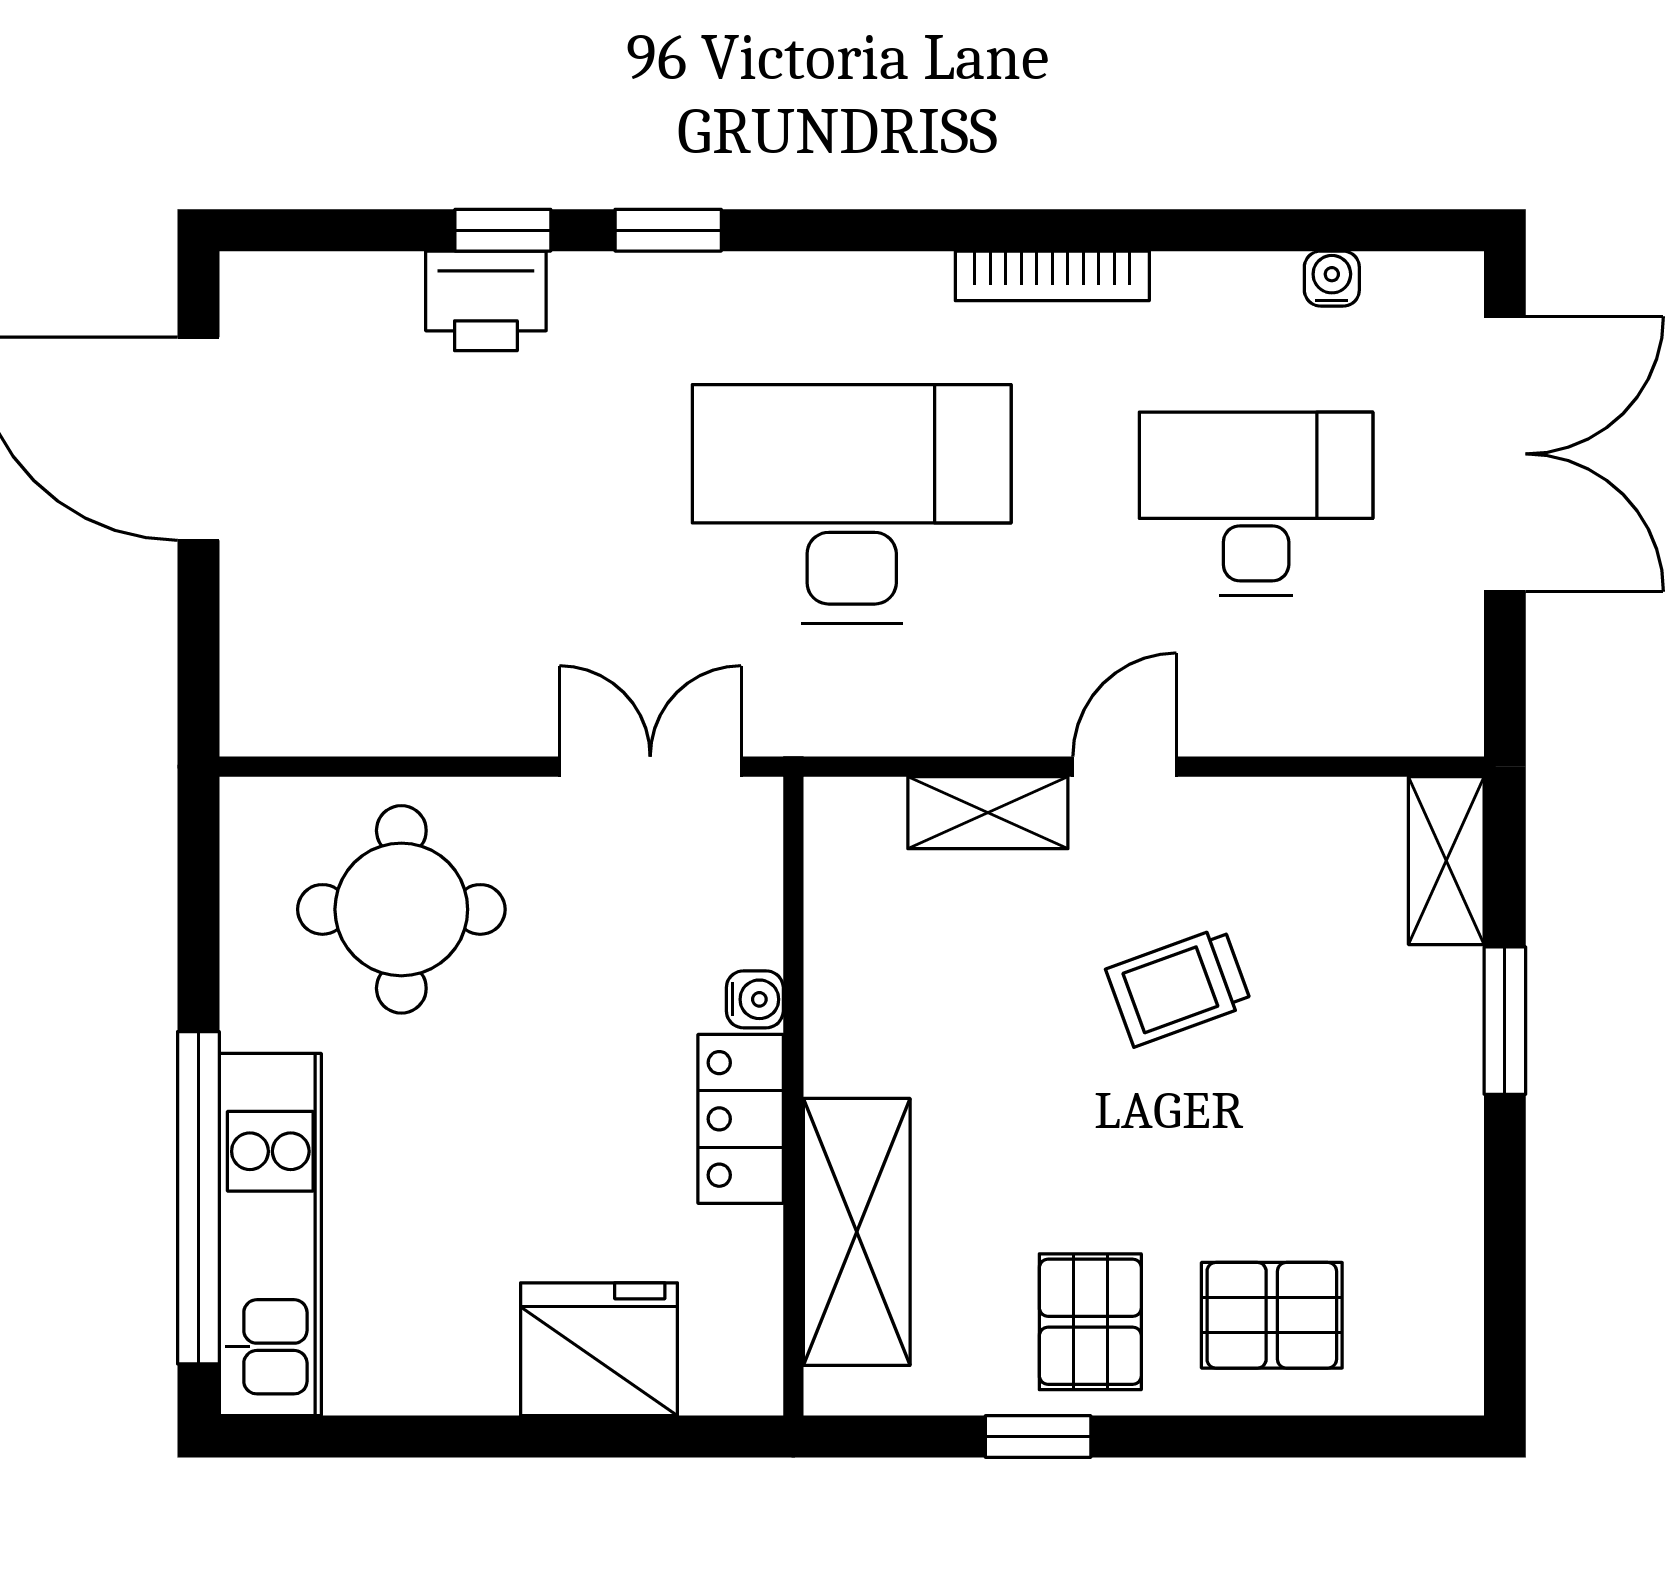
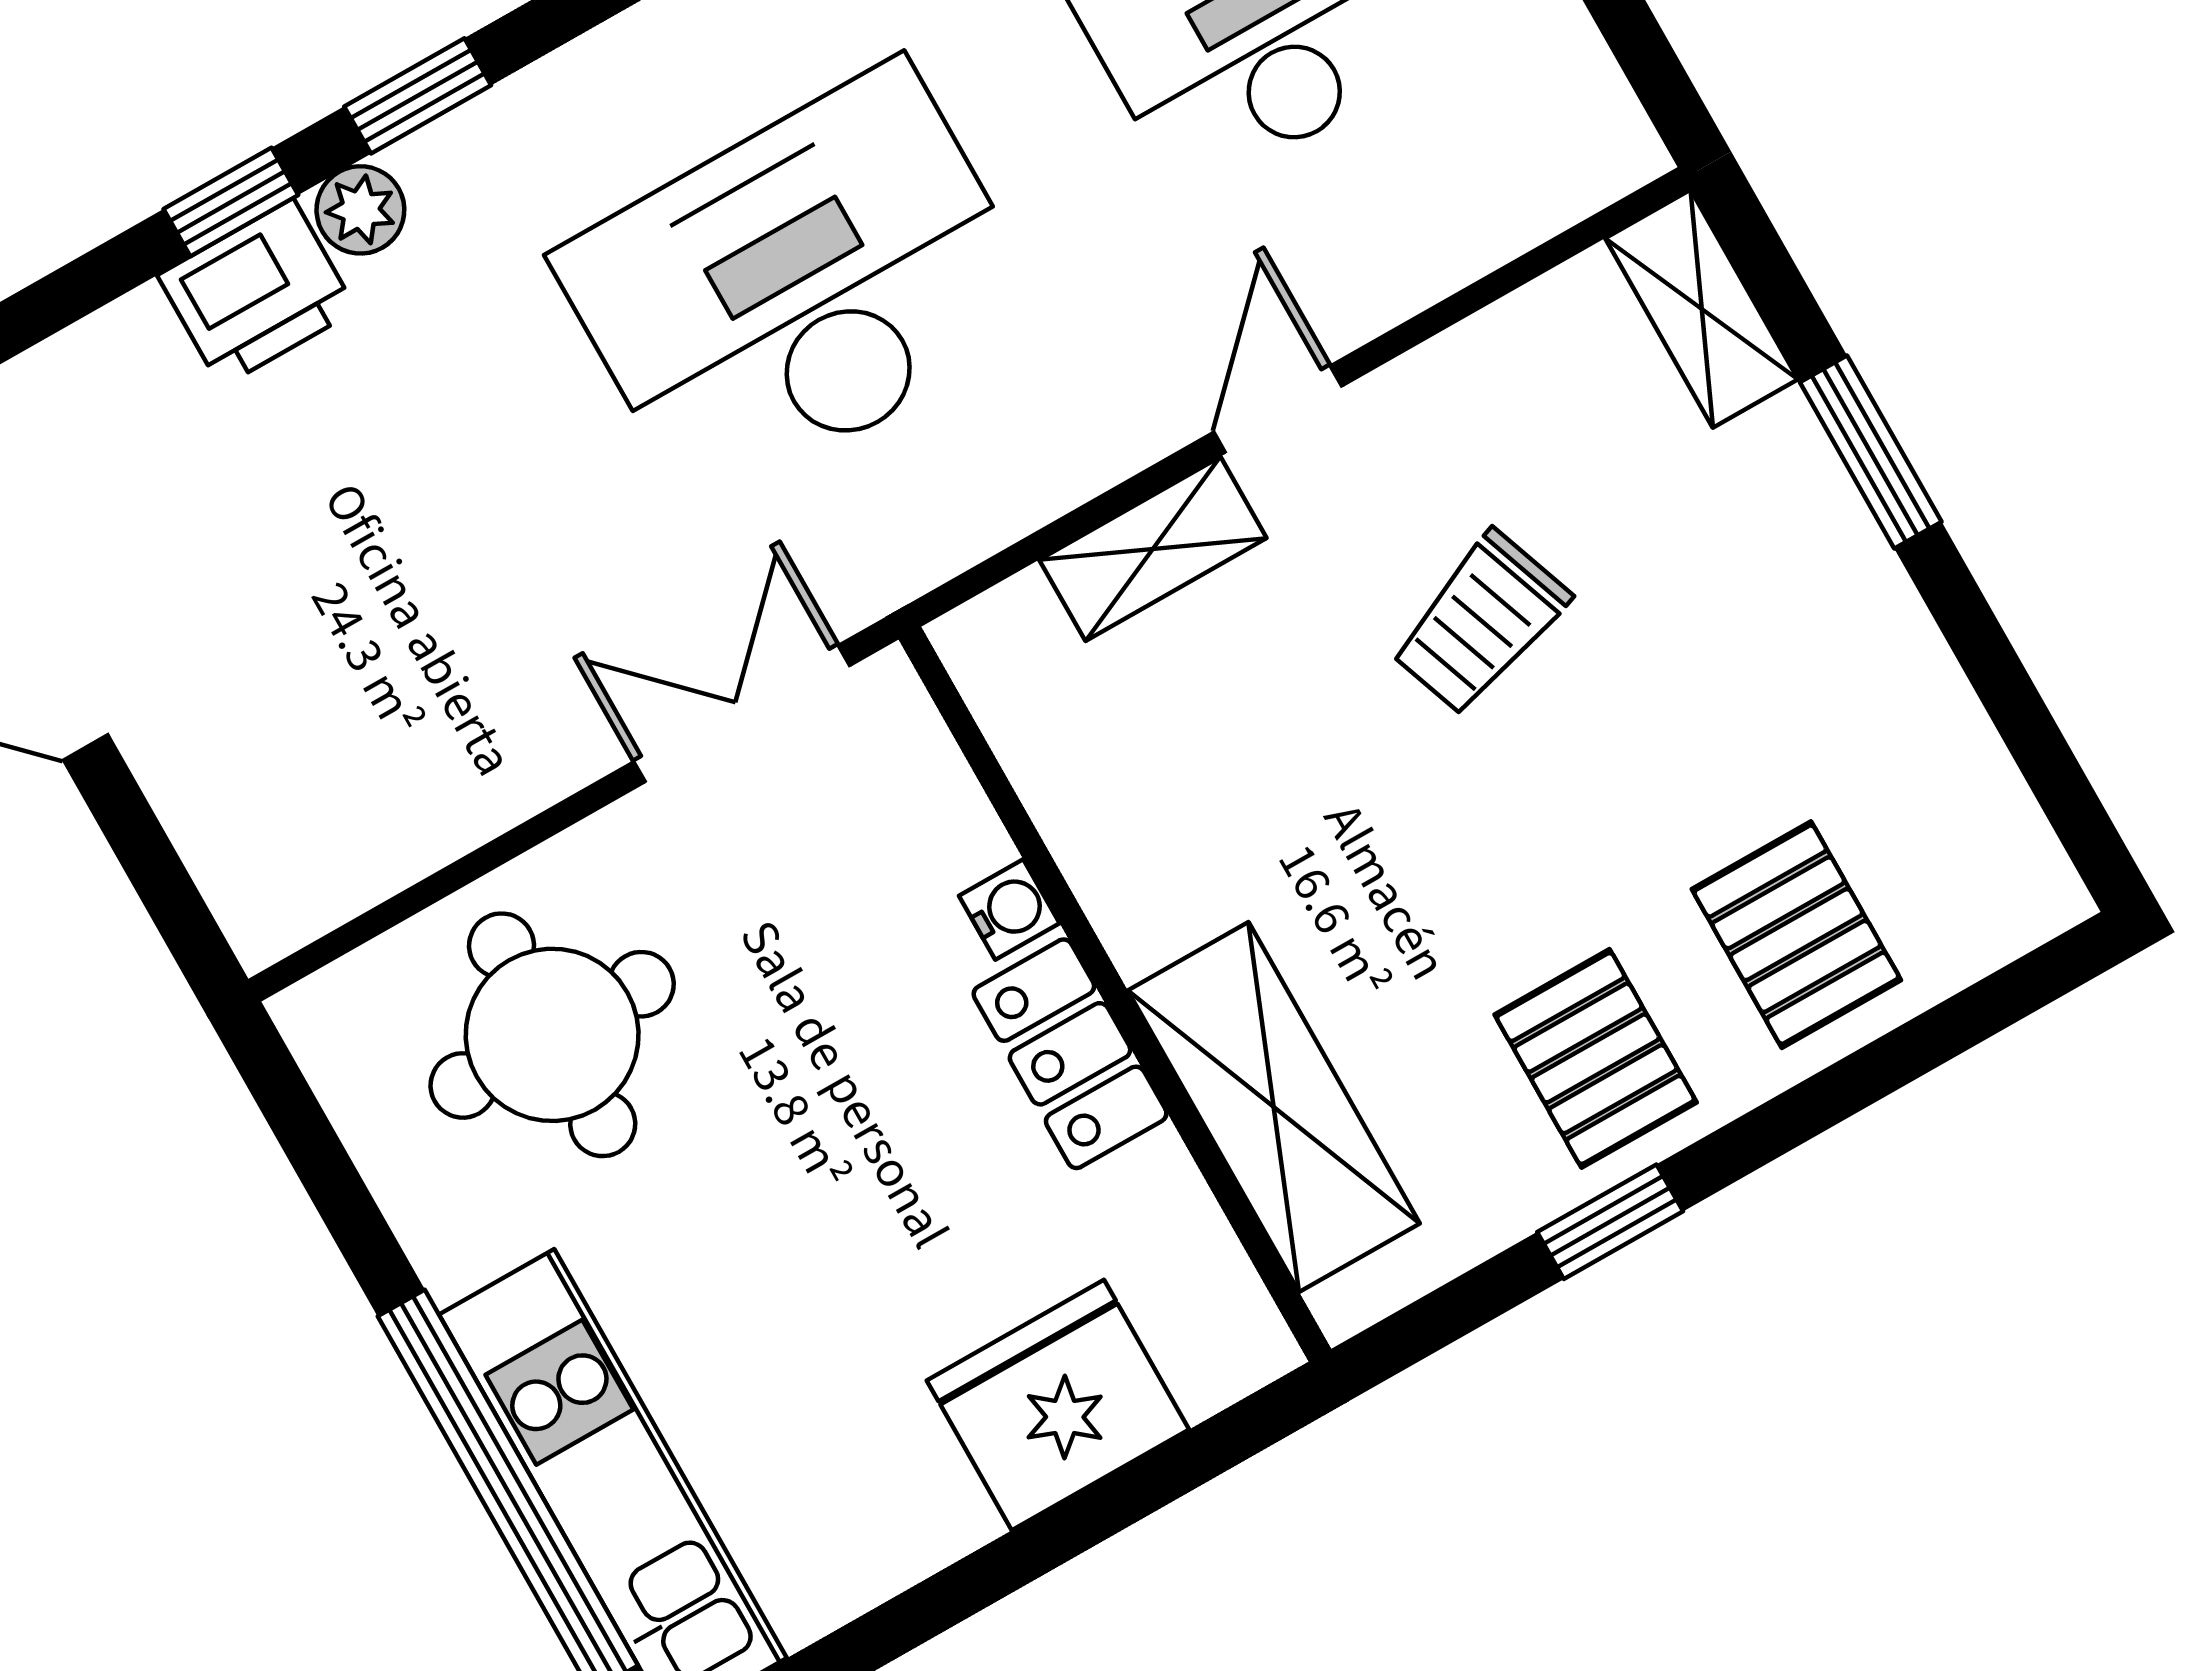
plant: (587, 285) -> (360, 210), added
pallet: (1272, 1315) -> (1796, 935), turned 90

